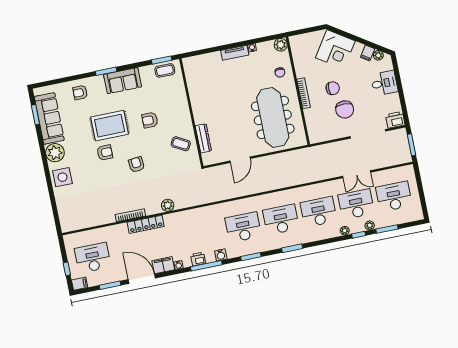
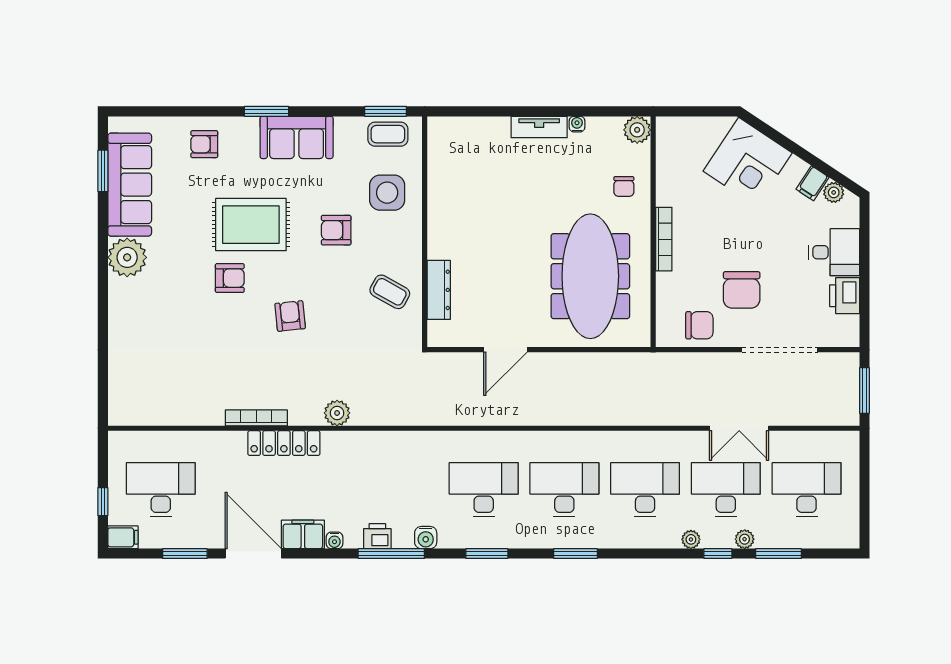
chair: (333, 88) -> (699, 325), moved
printer: (395, 120) -> (845, 296), moved, turned -90
side table: (62, 177) -> (387, 193), moved

